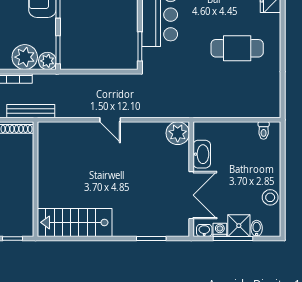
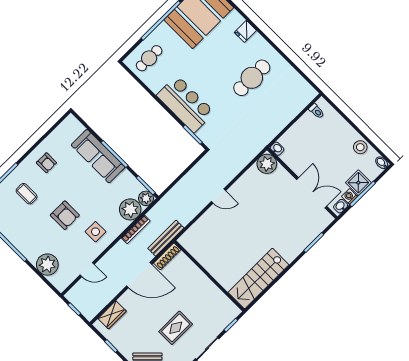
washbasin: (202, 154) -> (277, 149), moved, width x0.52, depth x0.69
bidet: (257, 228) -> (382, 163), moved

